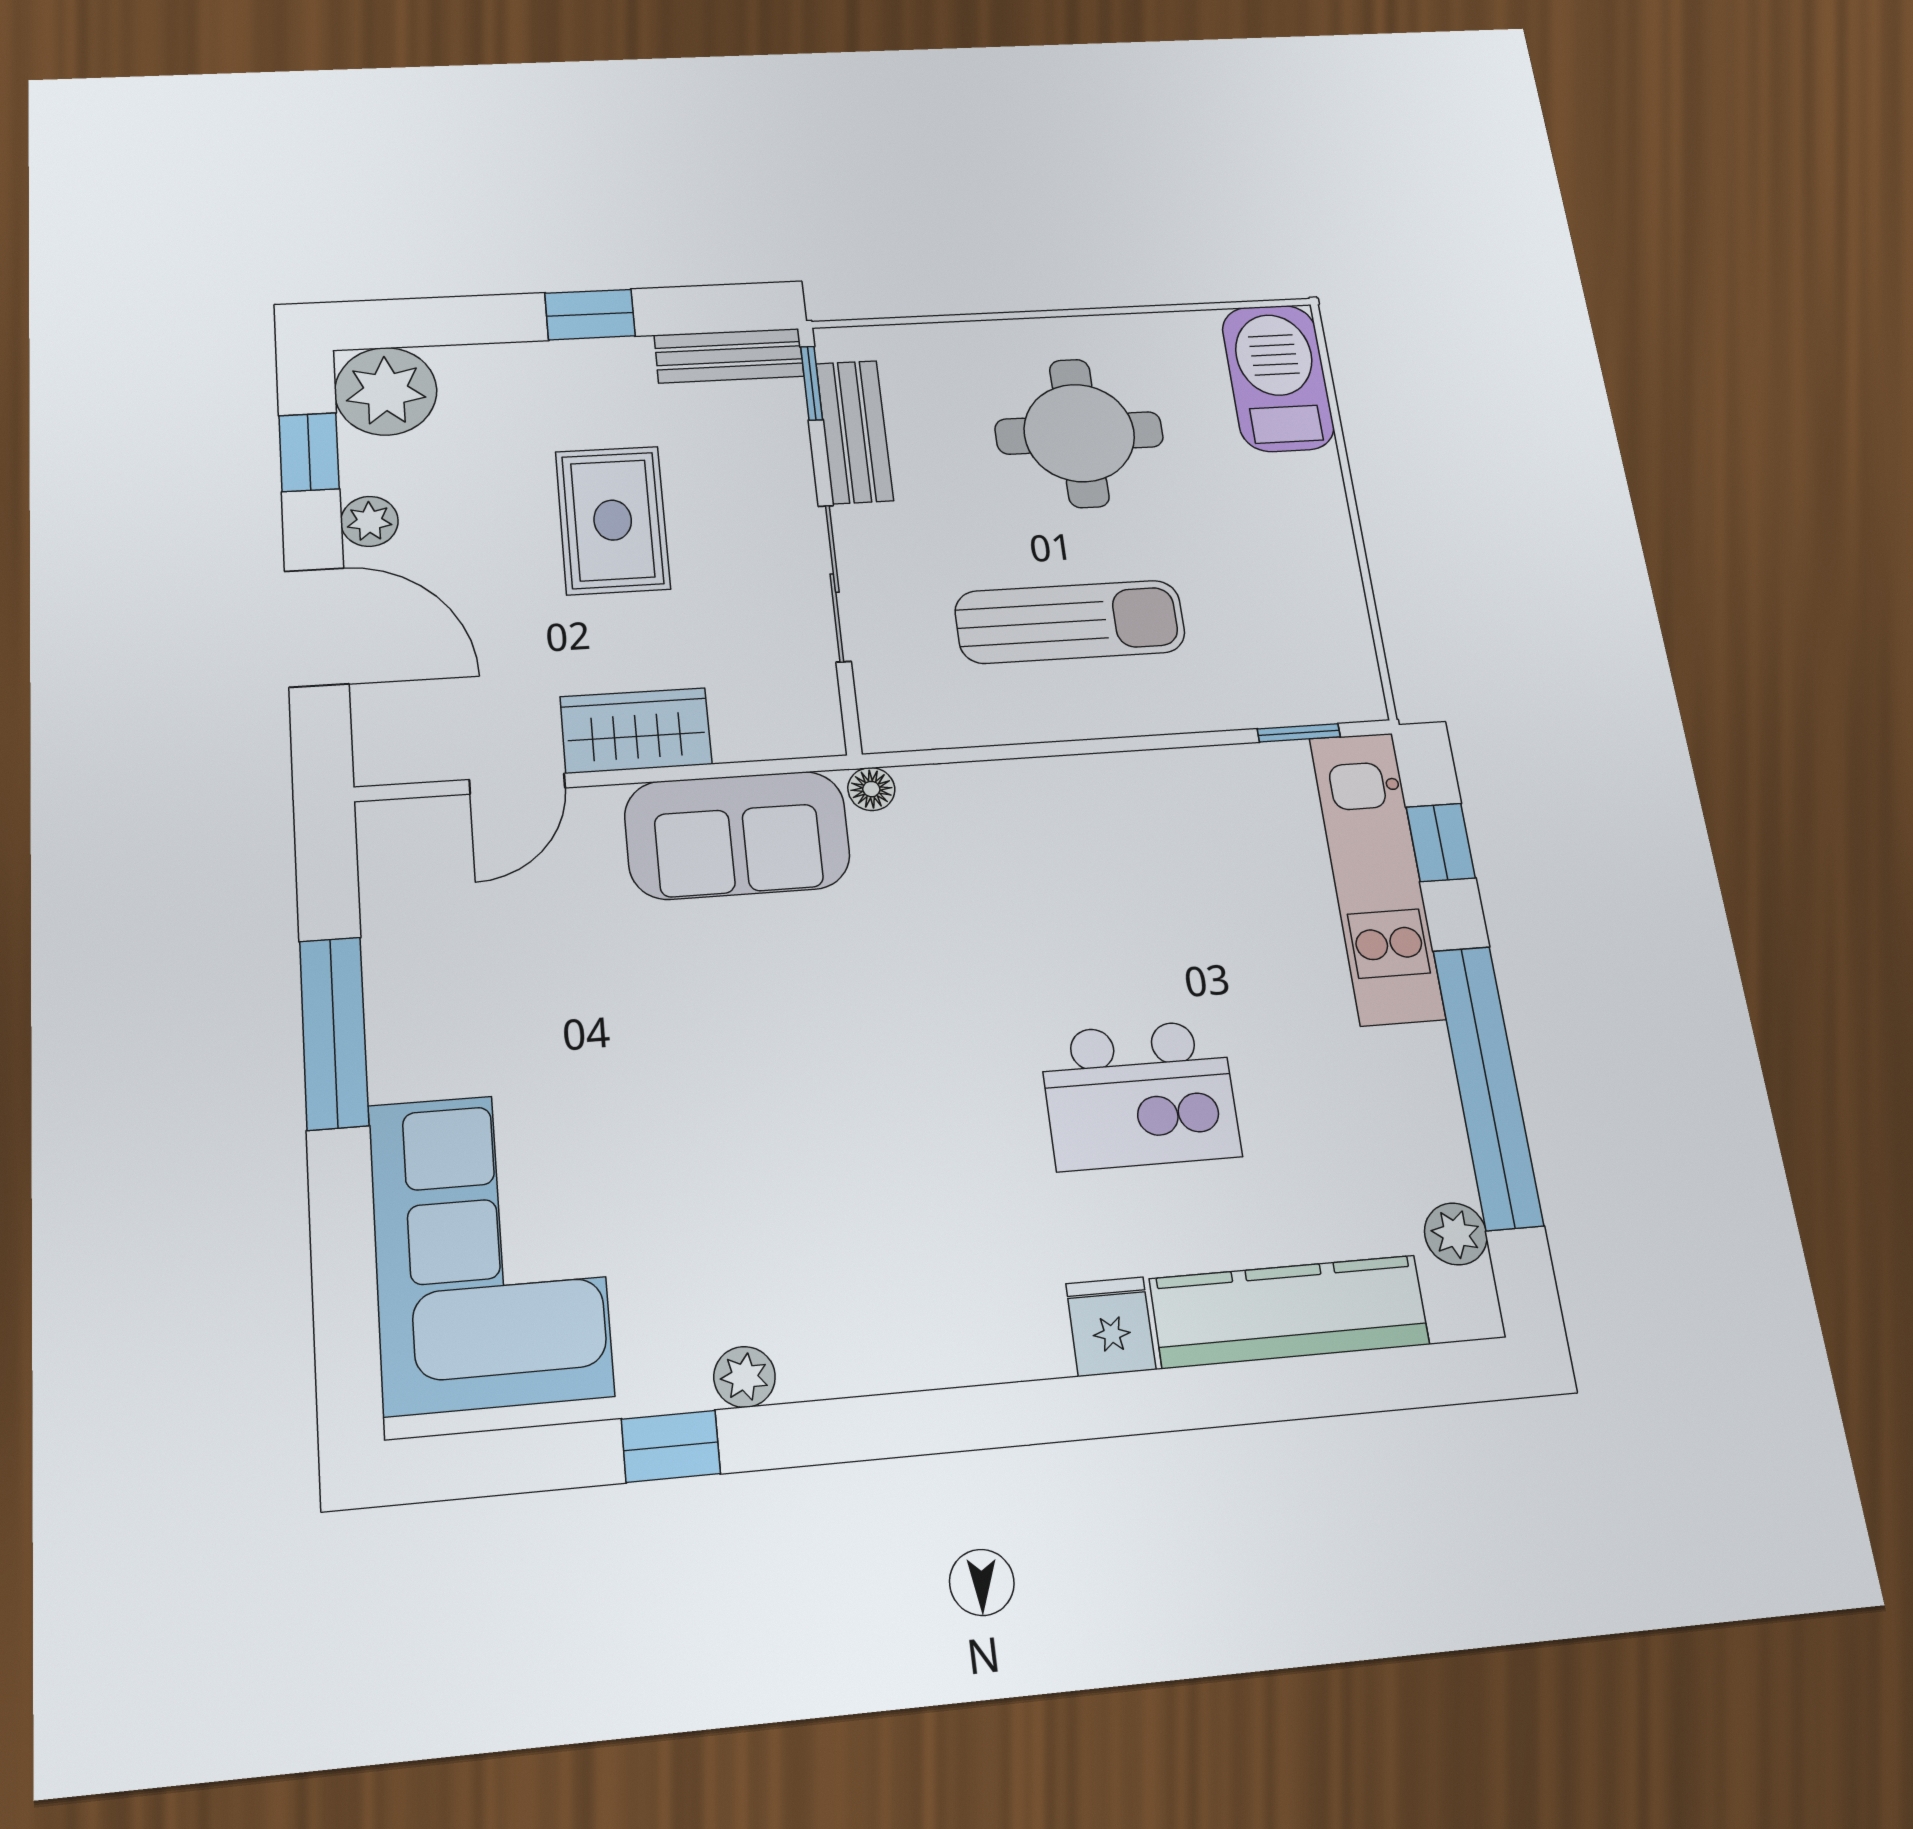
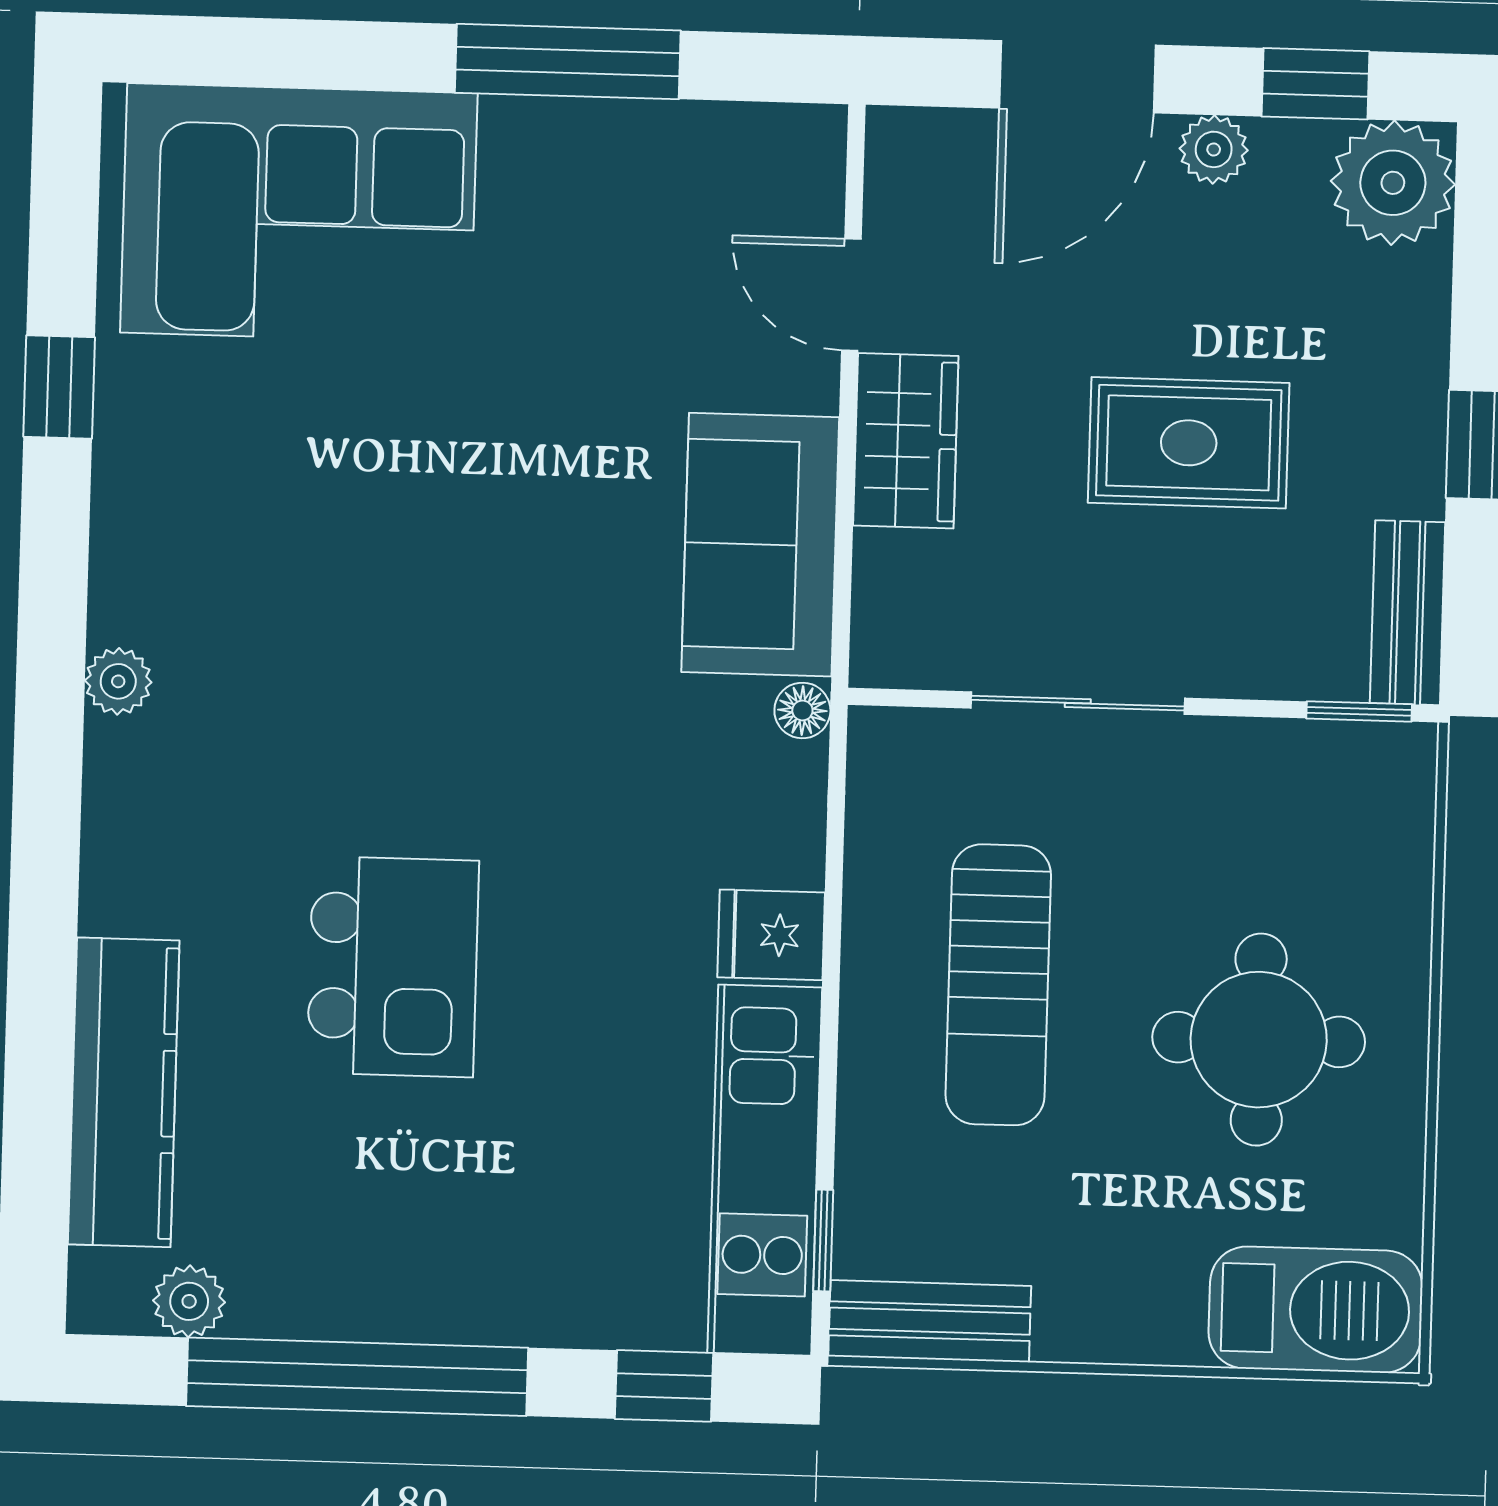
bench: (855, 432) -> (930, 1321), moved
kitchen unit: (1377, 877) -> (765, 1170), moved, turned -90
kitchen island: (1140, 1095) -> (393, 967), turned 180
fridge: (1111, 1327) -> (771, 935), moved, turned 180
plant: (744, 1377) -> (118, 681), moved

